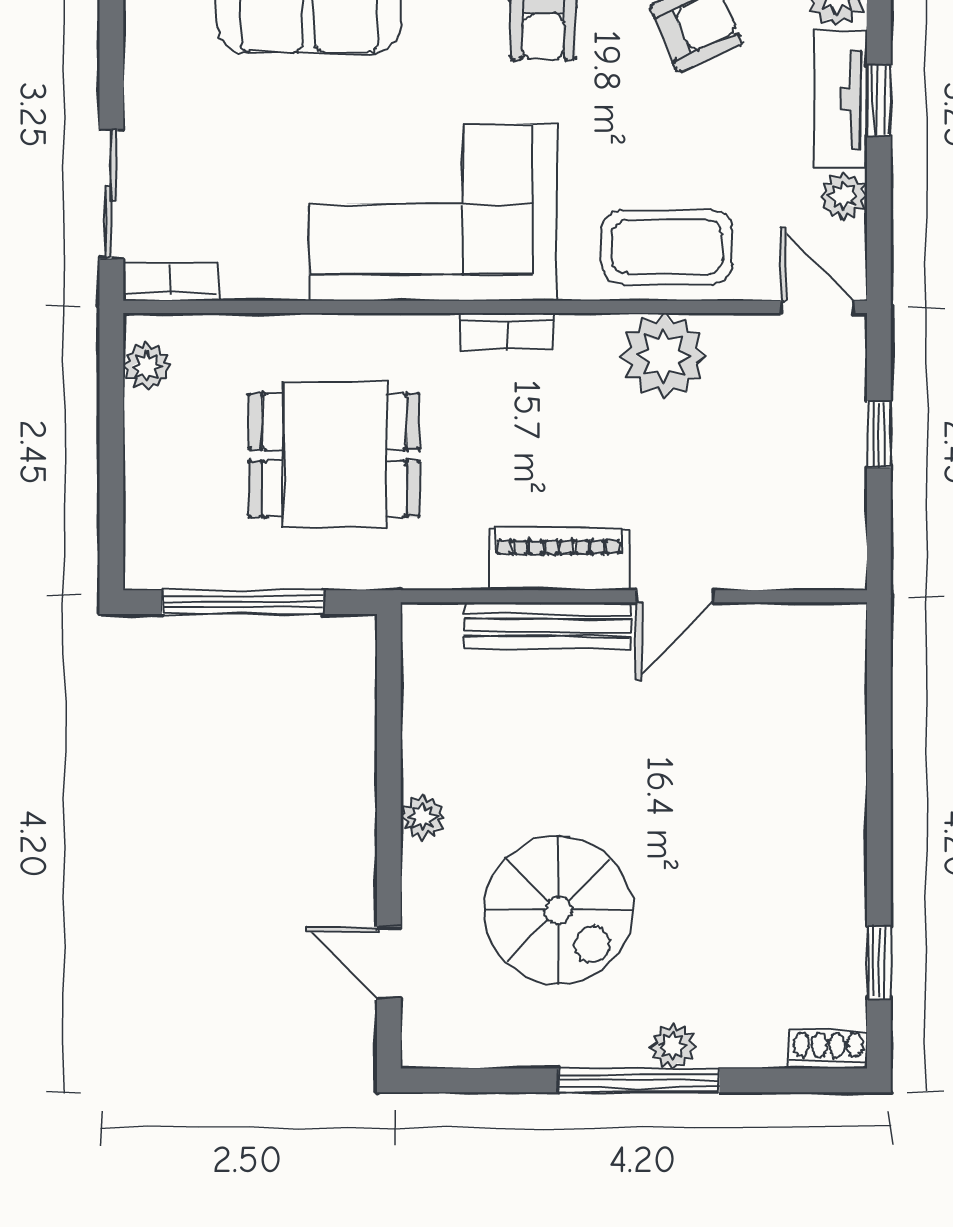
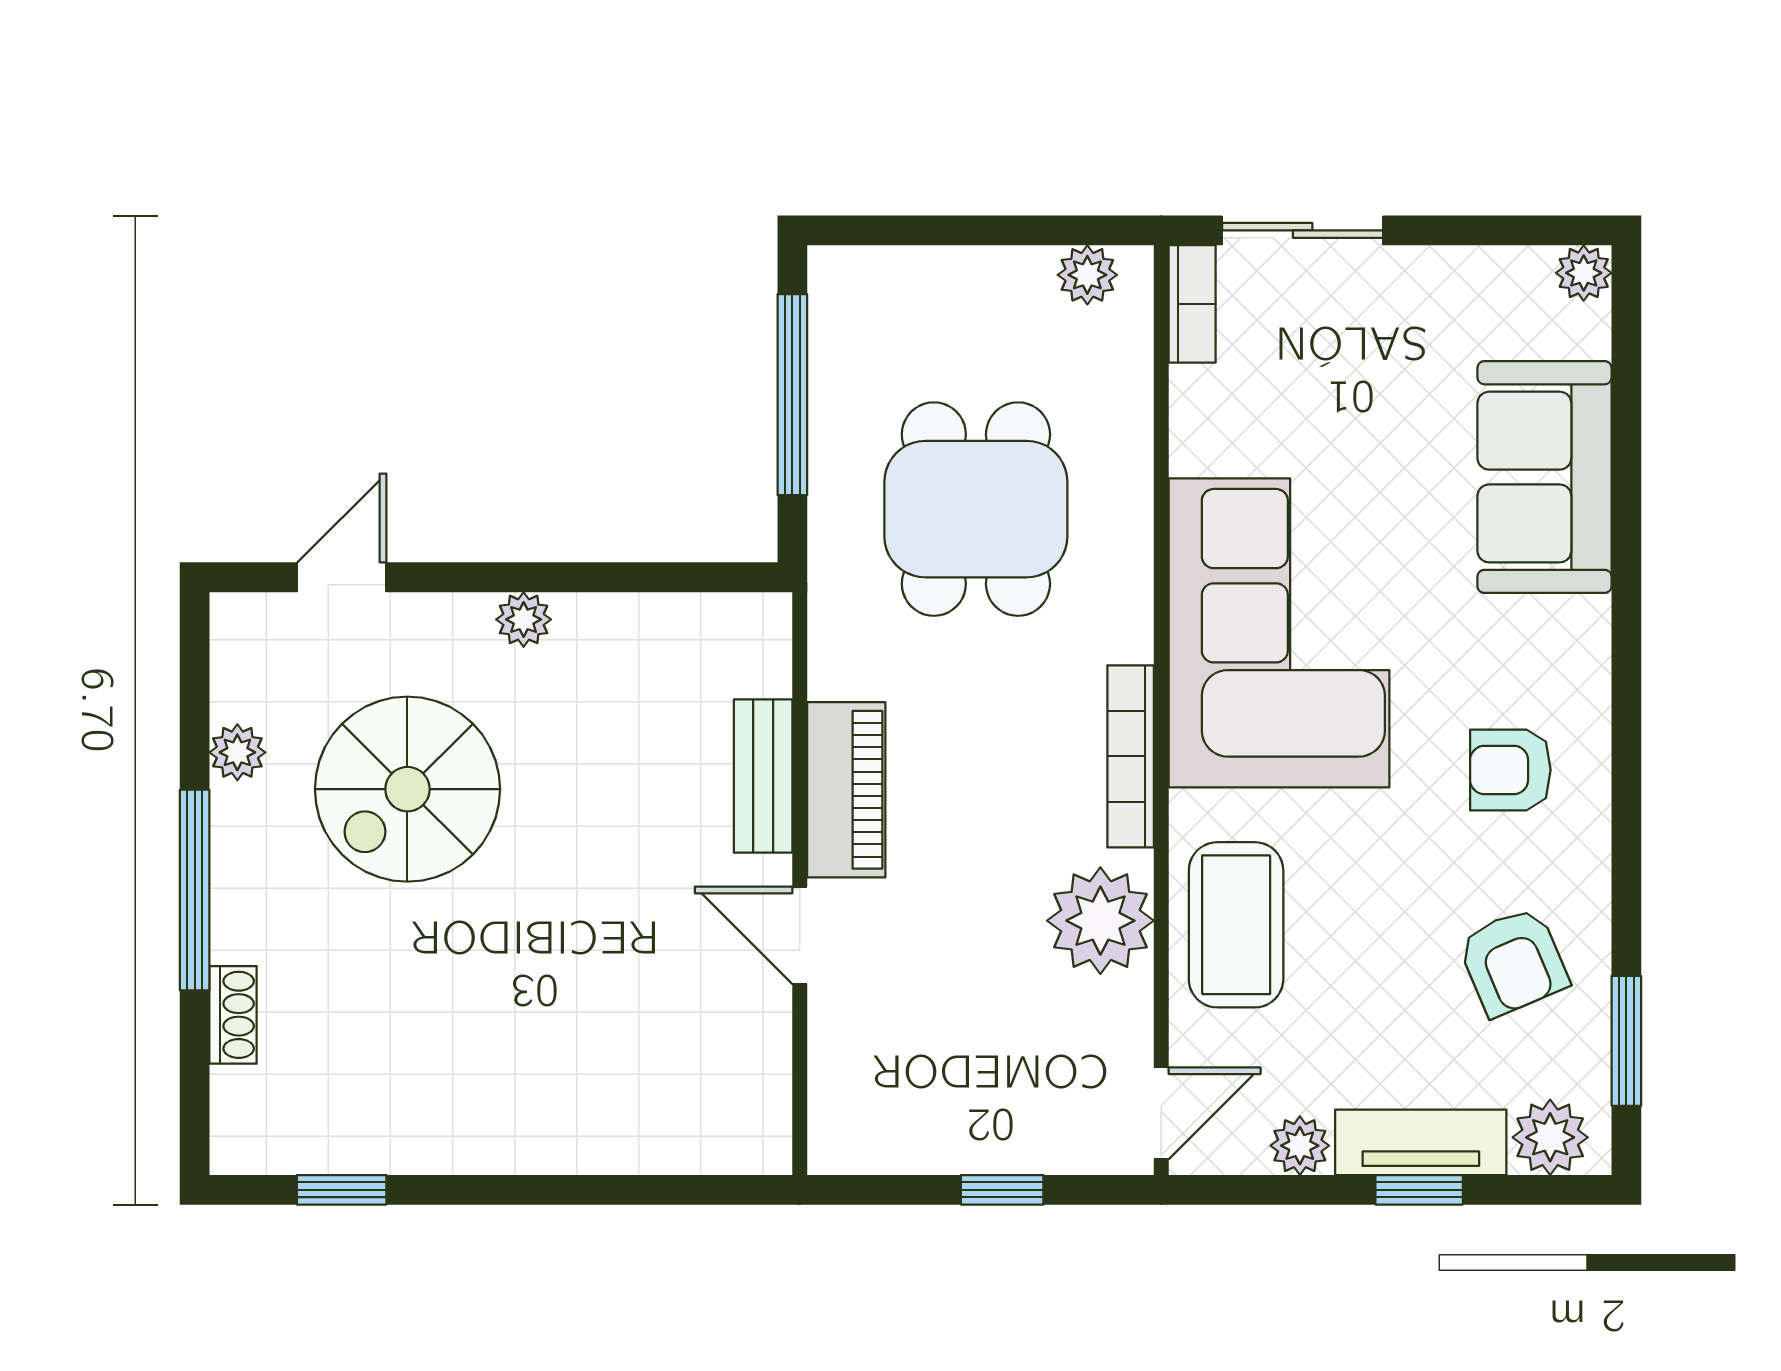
bookcase: (506, 331) -> (1131, 756), width x1.56
bench: (548, 626) -> (763, 776), width x0.73
plant: (673, 1046) -> (237, 752), moved
shoe rack: (828, 1050) -> (233, 1015), moved

